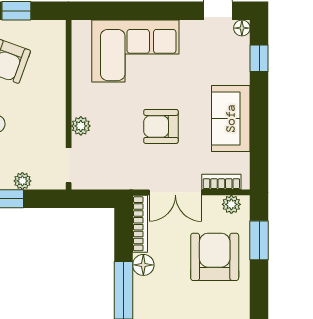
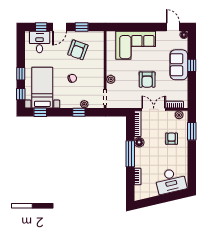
window: (259, 58) -> (192, 65), moved
sofa: (231, 118) -> (179, 65), moved
armchair: (161, 126) -> (147, 80), turned -90
double door: (175, 192) -> (154, 109), swing flipped
armchair: (215, 257) -> (172, 139), width x0.53, depth x0.53

